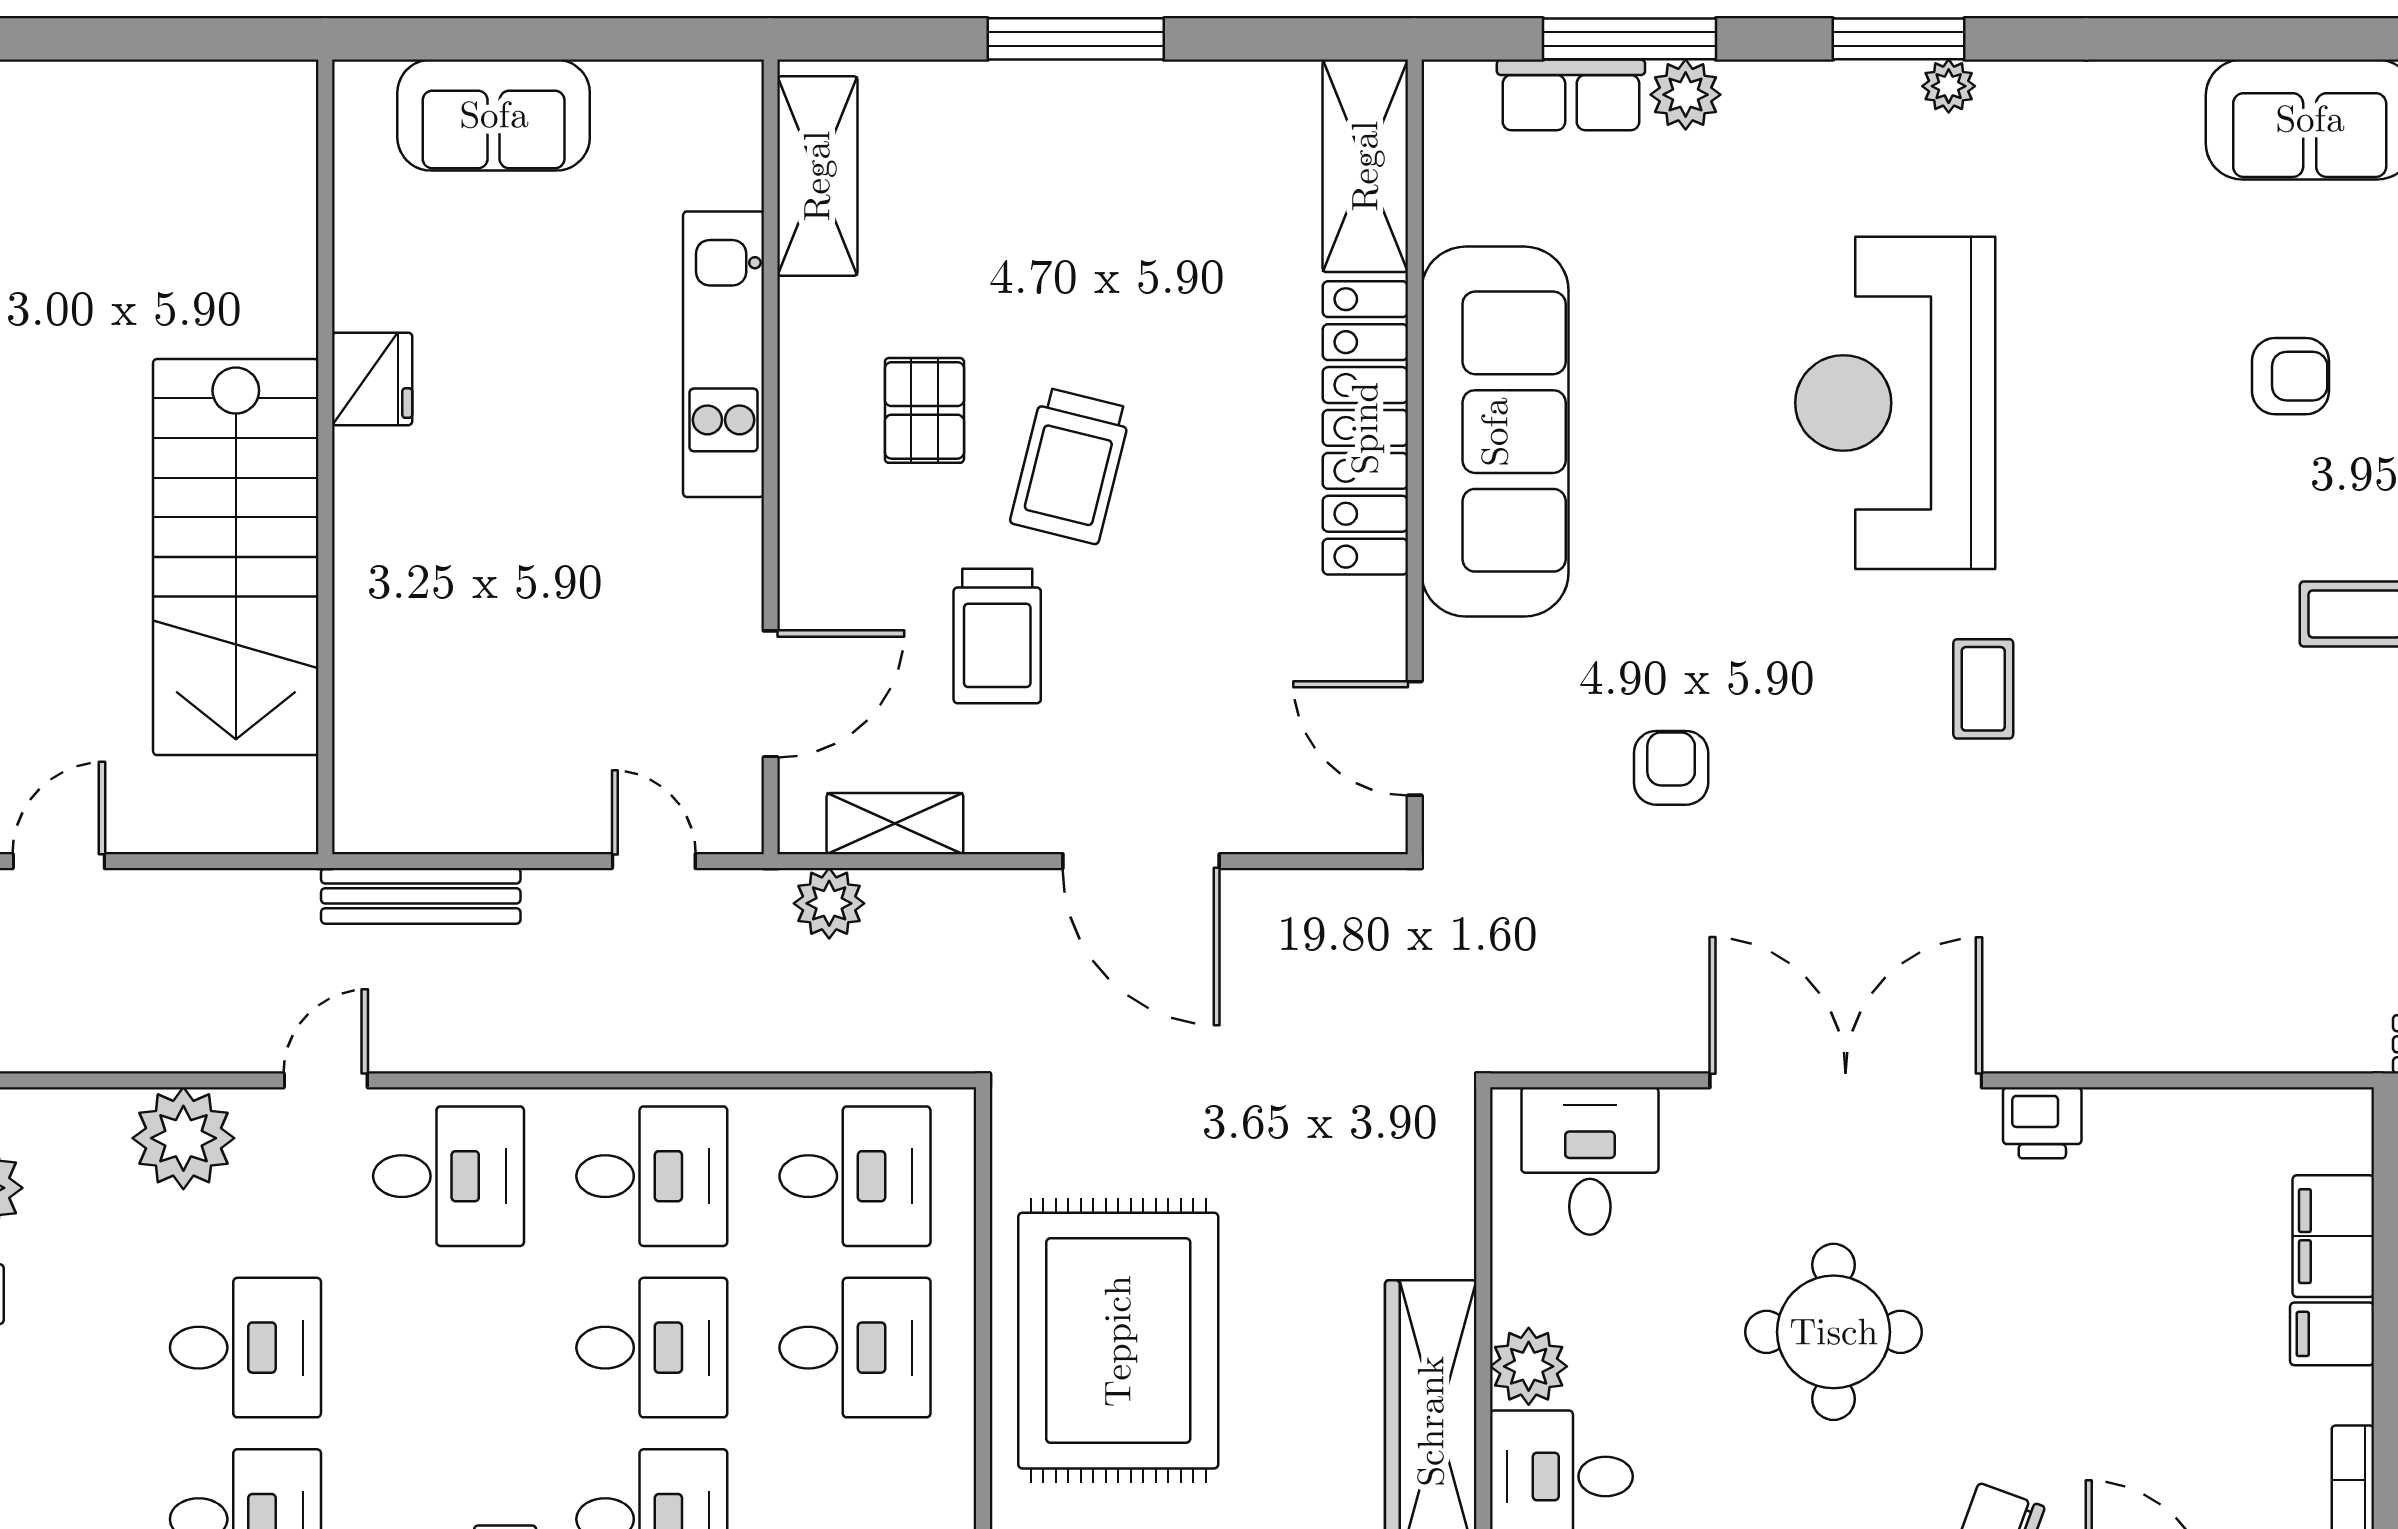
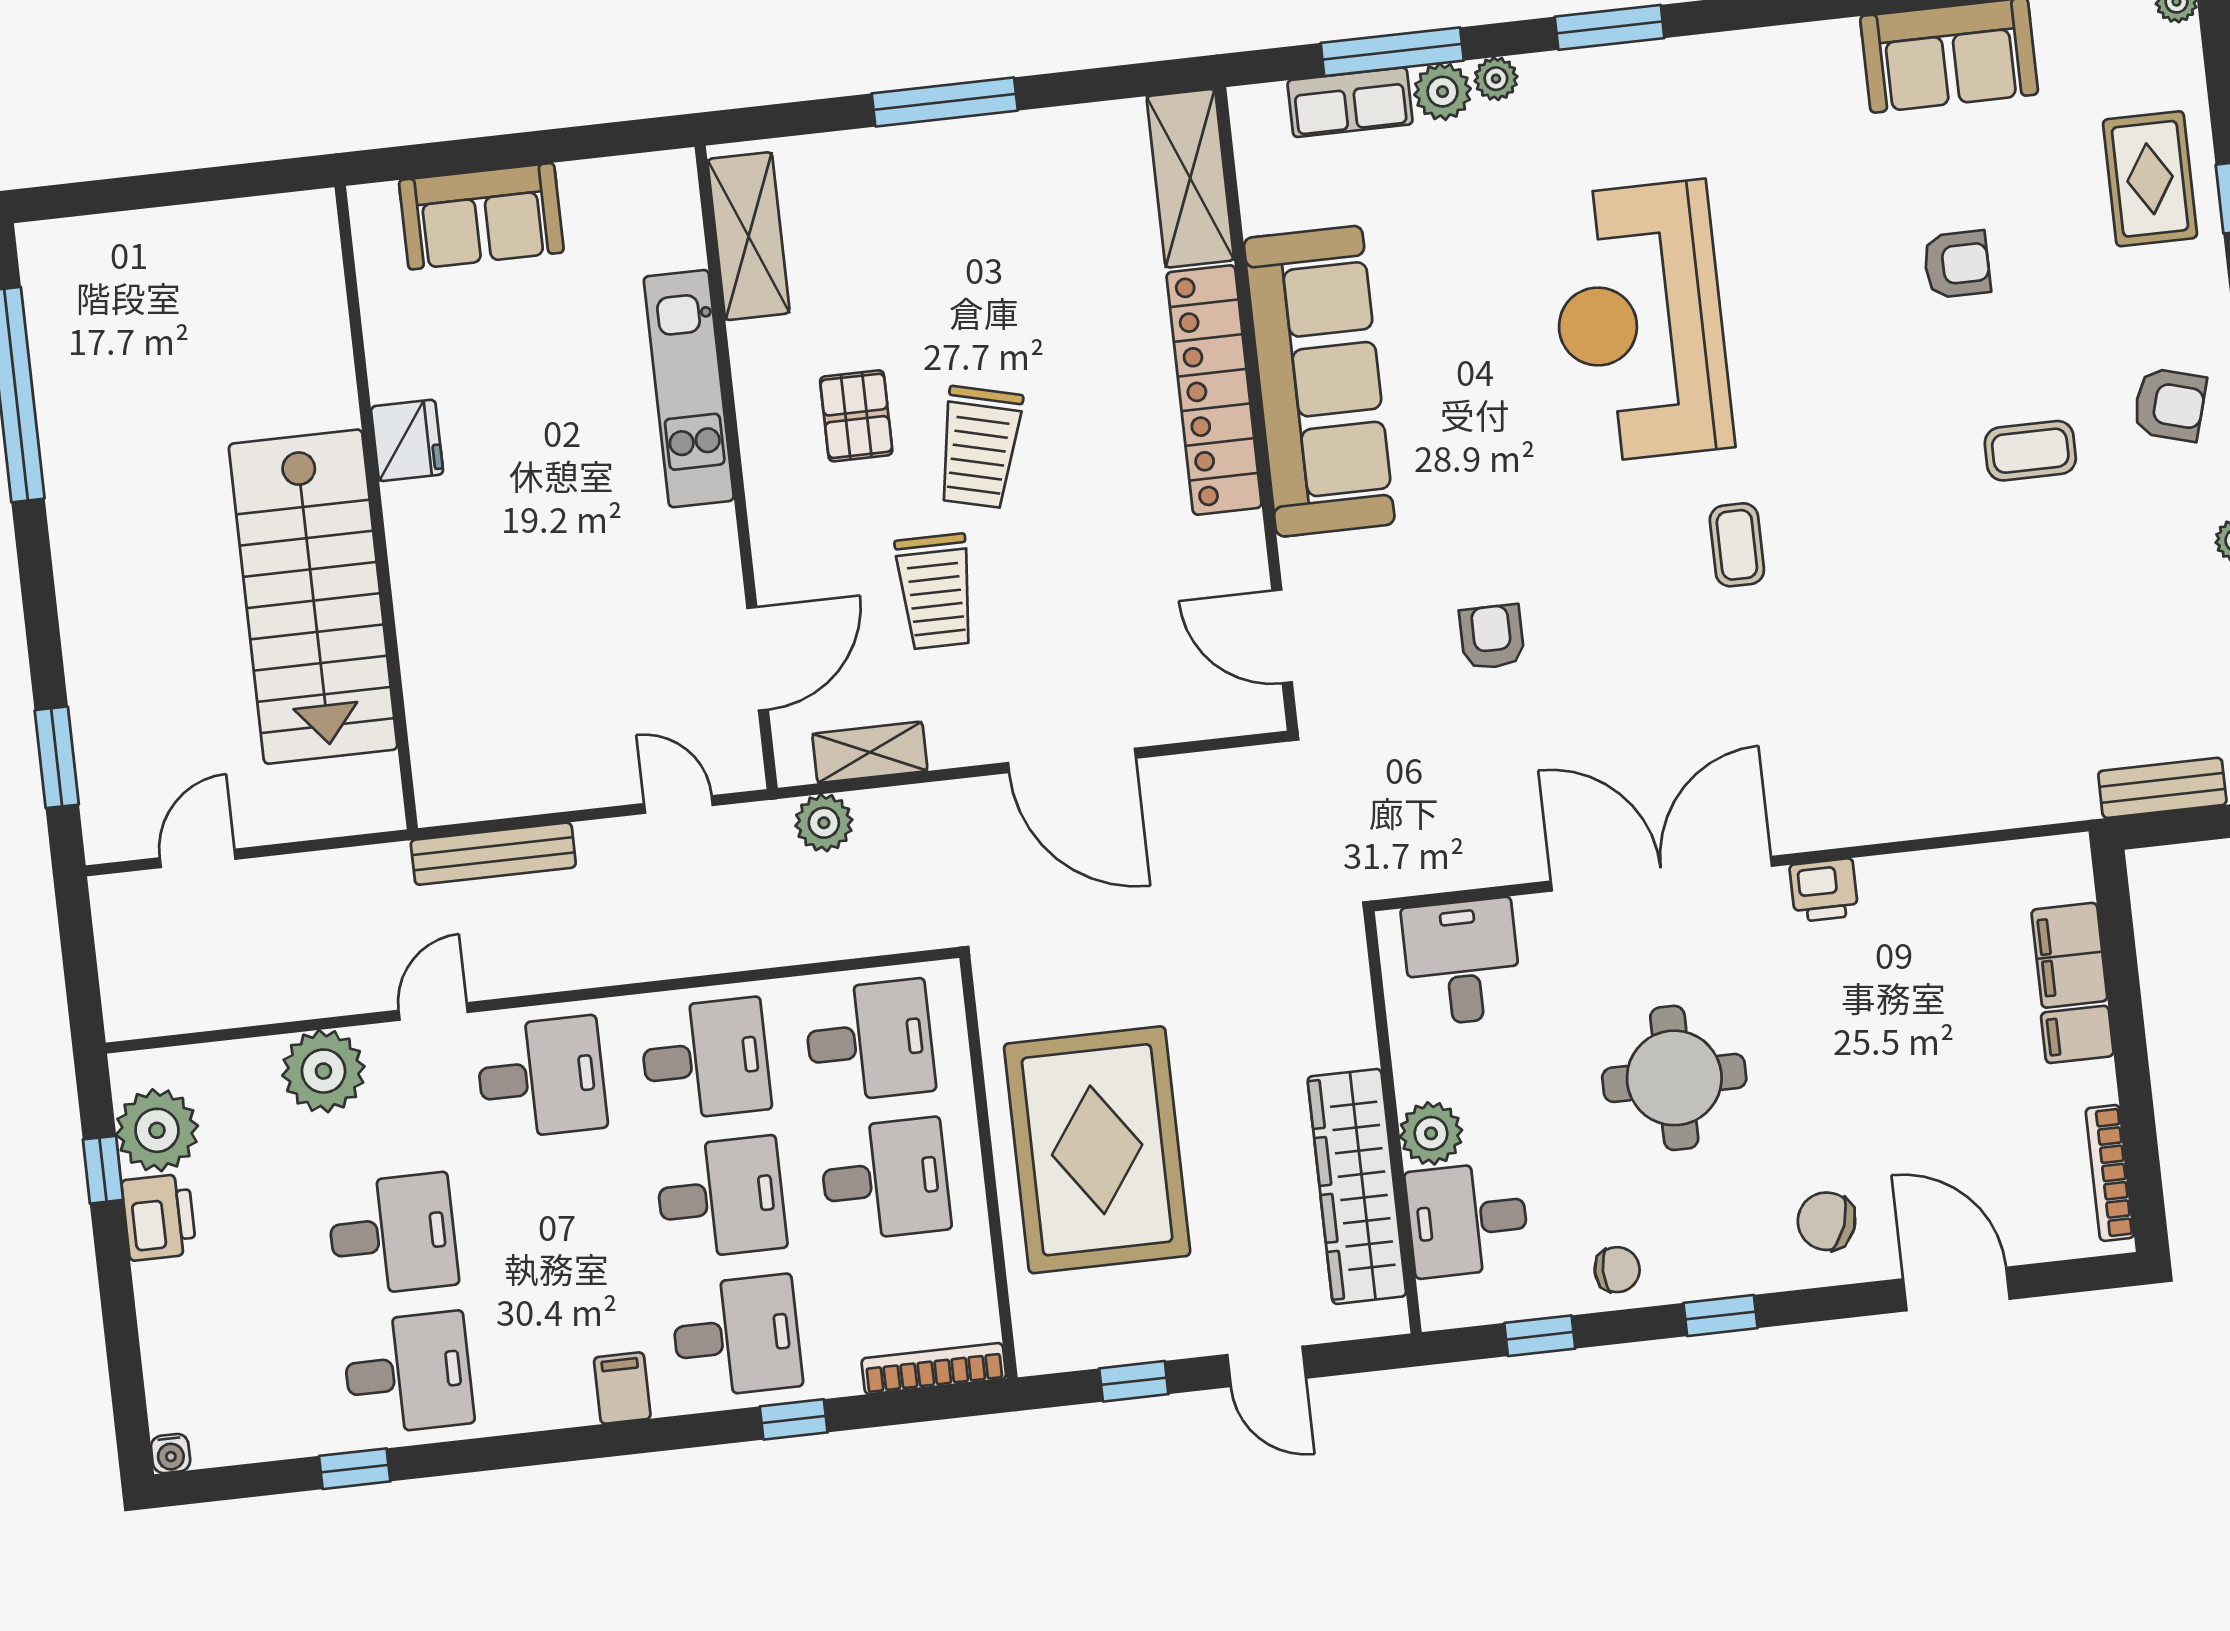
plant: (1949, 86) -> (1496, 79), moved

